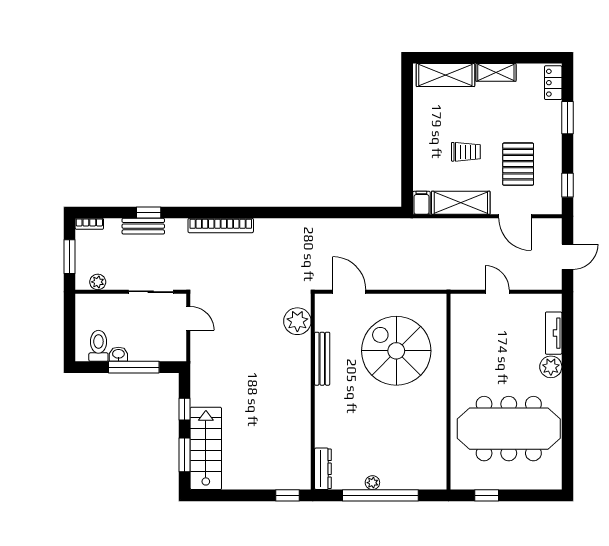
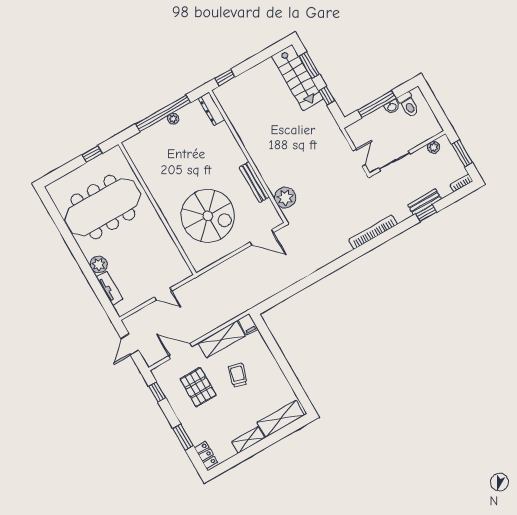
trolley: (466, 152) -> (238, 375), turned 106
door: (188, 318) -> (359, 158), swing flipped

